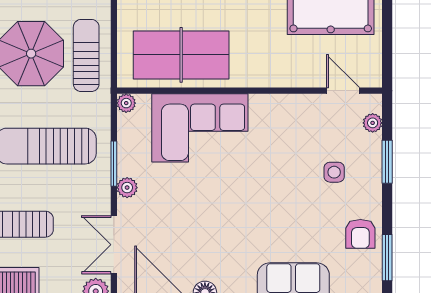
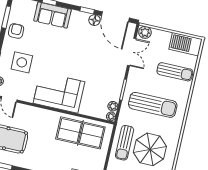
corner sofa: (200, 128) -> (59, 92), moved
side table: (334, 172) -> (22, 62), width x1.87, depth x1.87
plant: (127, 188) -> (113, 106), moved

